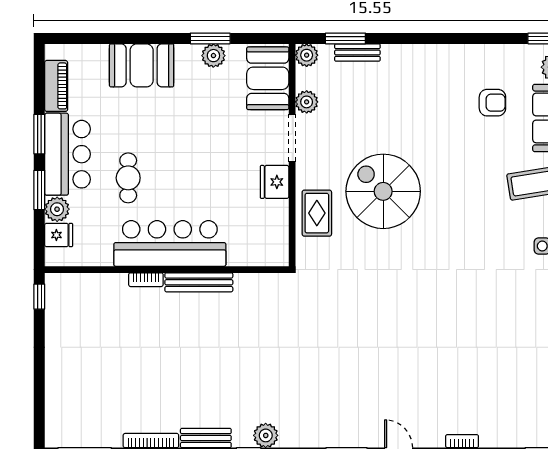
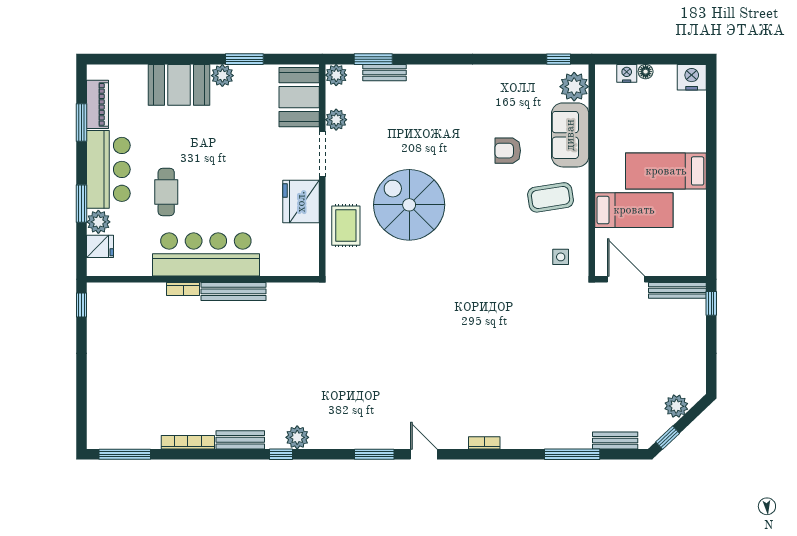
plant: (213, 56) -> (222, 76), moved
armchair: (492, 103) -> (508, 151), moved, turned 180
window: (39, 134) -> (82, 122), moved
fridge: (275, 182) -> (301, 202), width x1.36, depth x1.34

